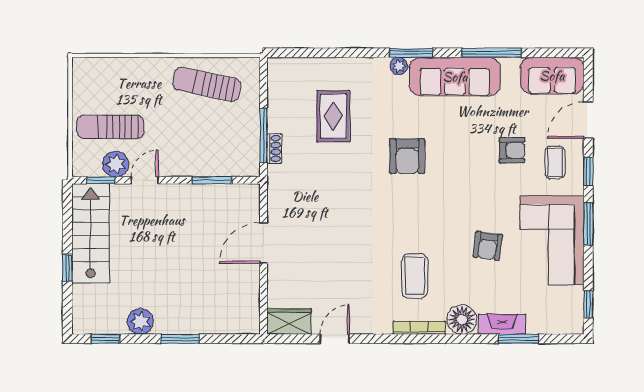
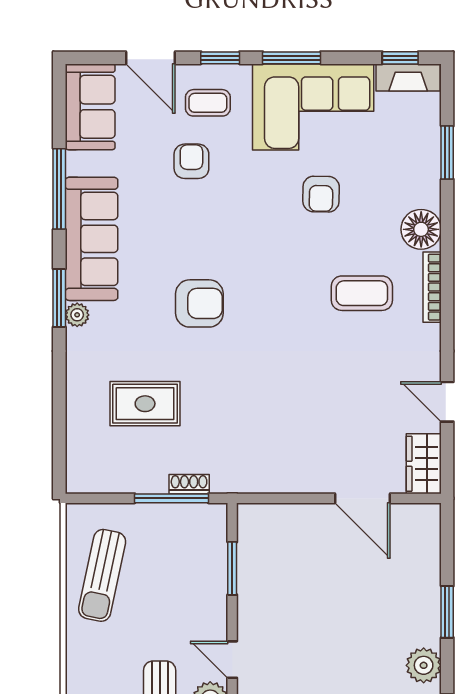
door: (264, 243) -> (363, 498), moved
armchair: (488, 246) -> (321, 194), turned 83
fireplace: (502, 324) -> (408, 77), moved, turned -90

